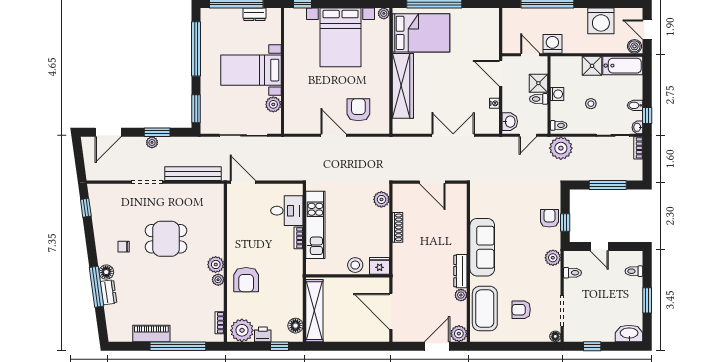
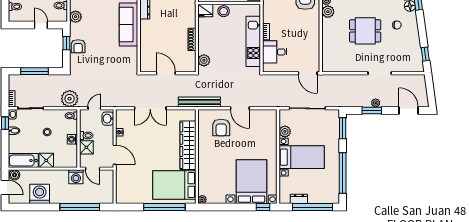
bed with nightstands: (341, 37) -> (252, 182), moved
door: (108, 132) -> (409, 111), hinge flipped
bench: (193, 174) -> (199, 102), moved

